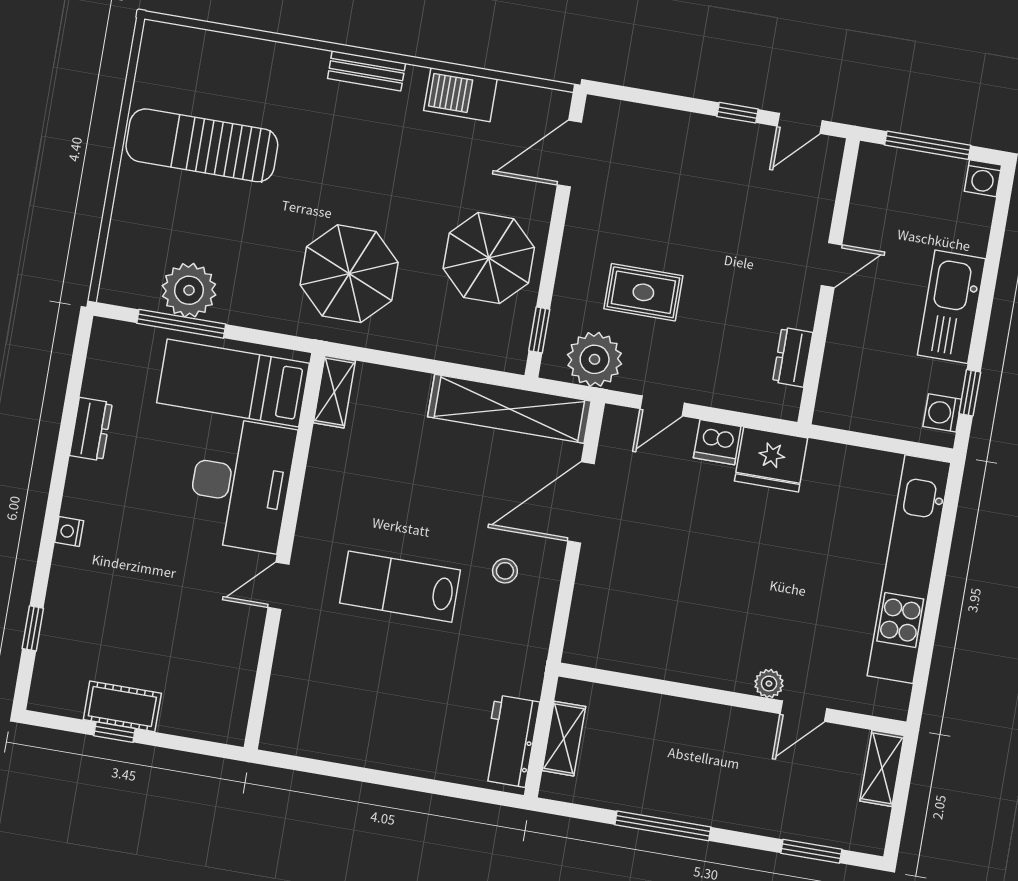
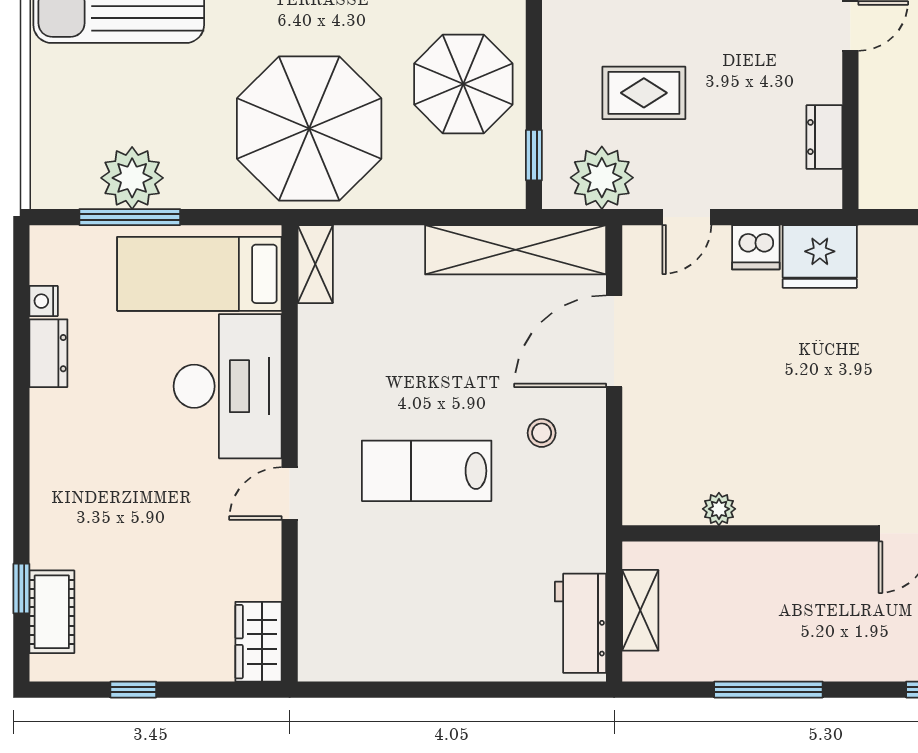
parasol: (349, 274) -> (309, 128), width x1.36, depth x1.36
nightstand: (69, 531) -> (44, 301), moved
plant: (769, 684) -> (719, 509), moved
cot: (122, 706) -> (52, 612), moved, turned 90
wardrobe: (230, 709) -> (259, 642), added

